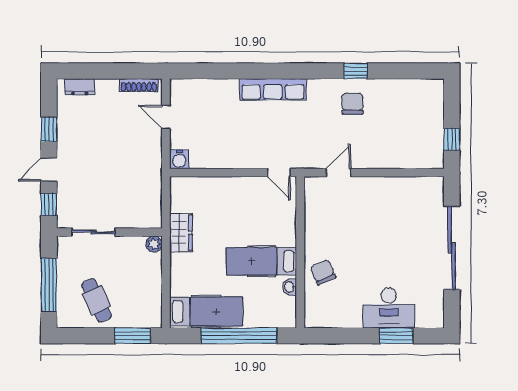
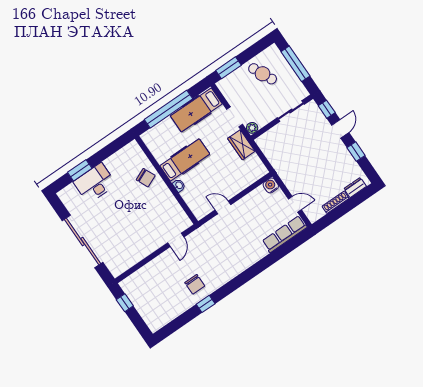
shoe rack: (139, 85) -> (336, 202), moved
row of seats: (273, 89) -> (285, 234), moved
door: (279, 173) -> (223, 207), moved
doorway: (166, 272) -> (235, 117), added
washbasin: (290, 287) -> (179, 185), moved

